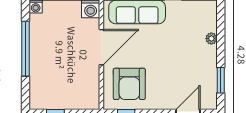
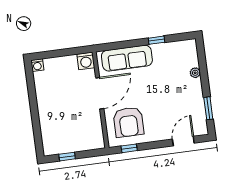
window: (25, 49) -> (33, 103), removed

